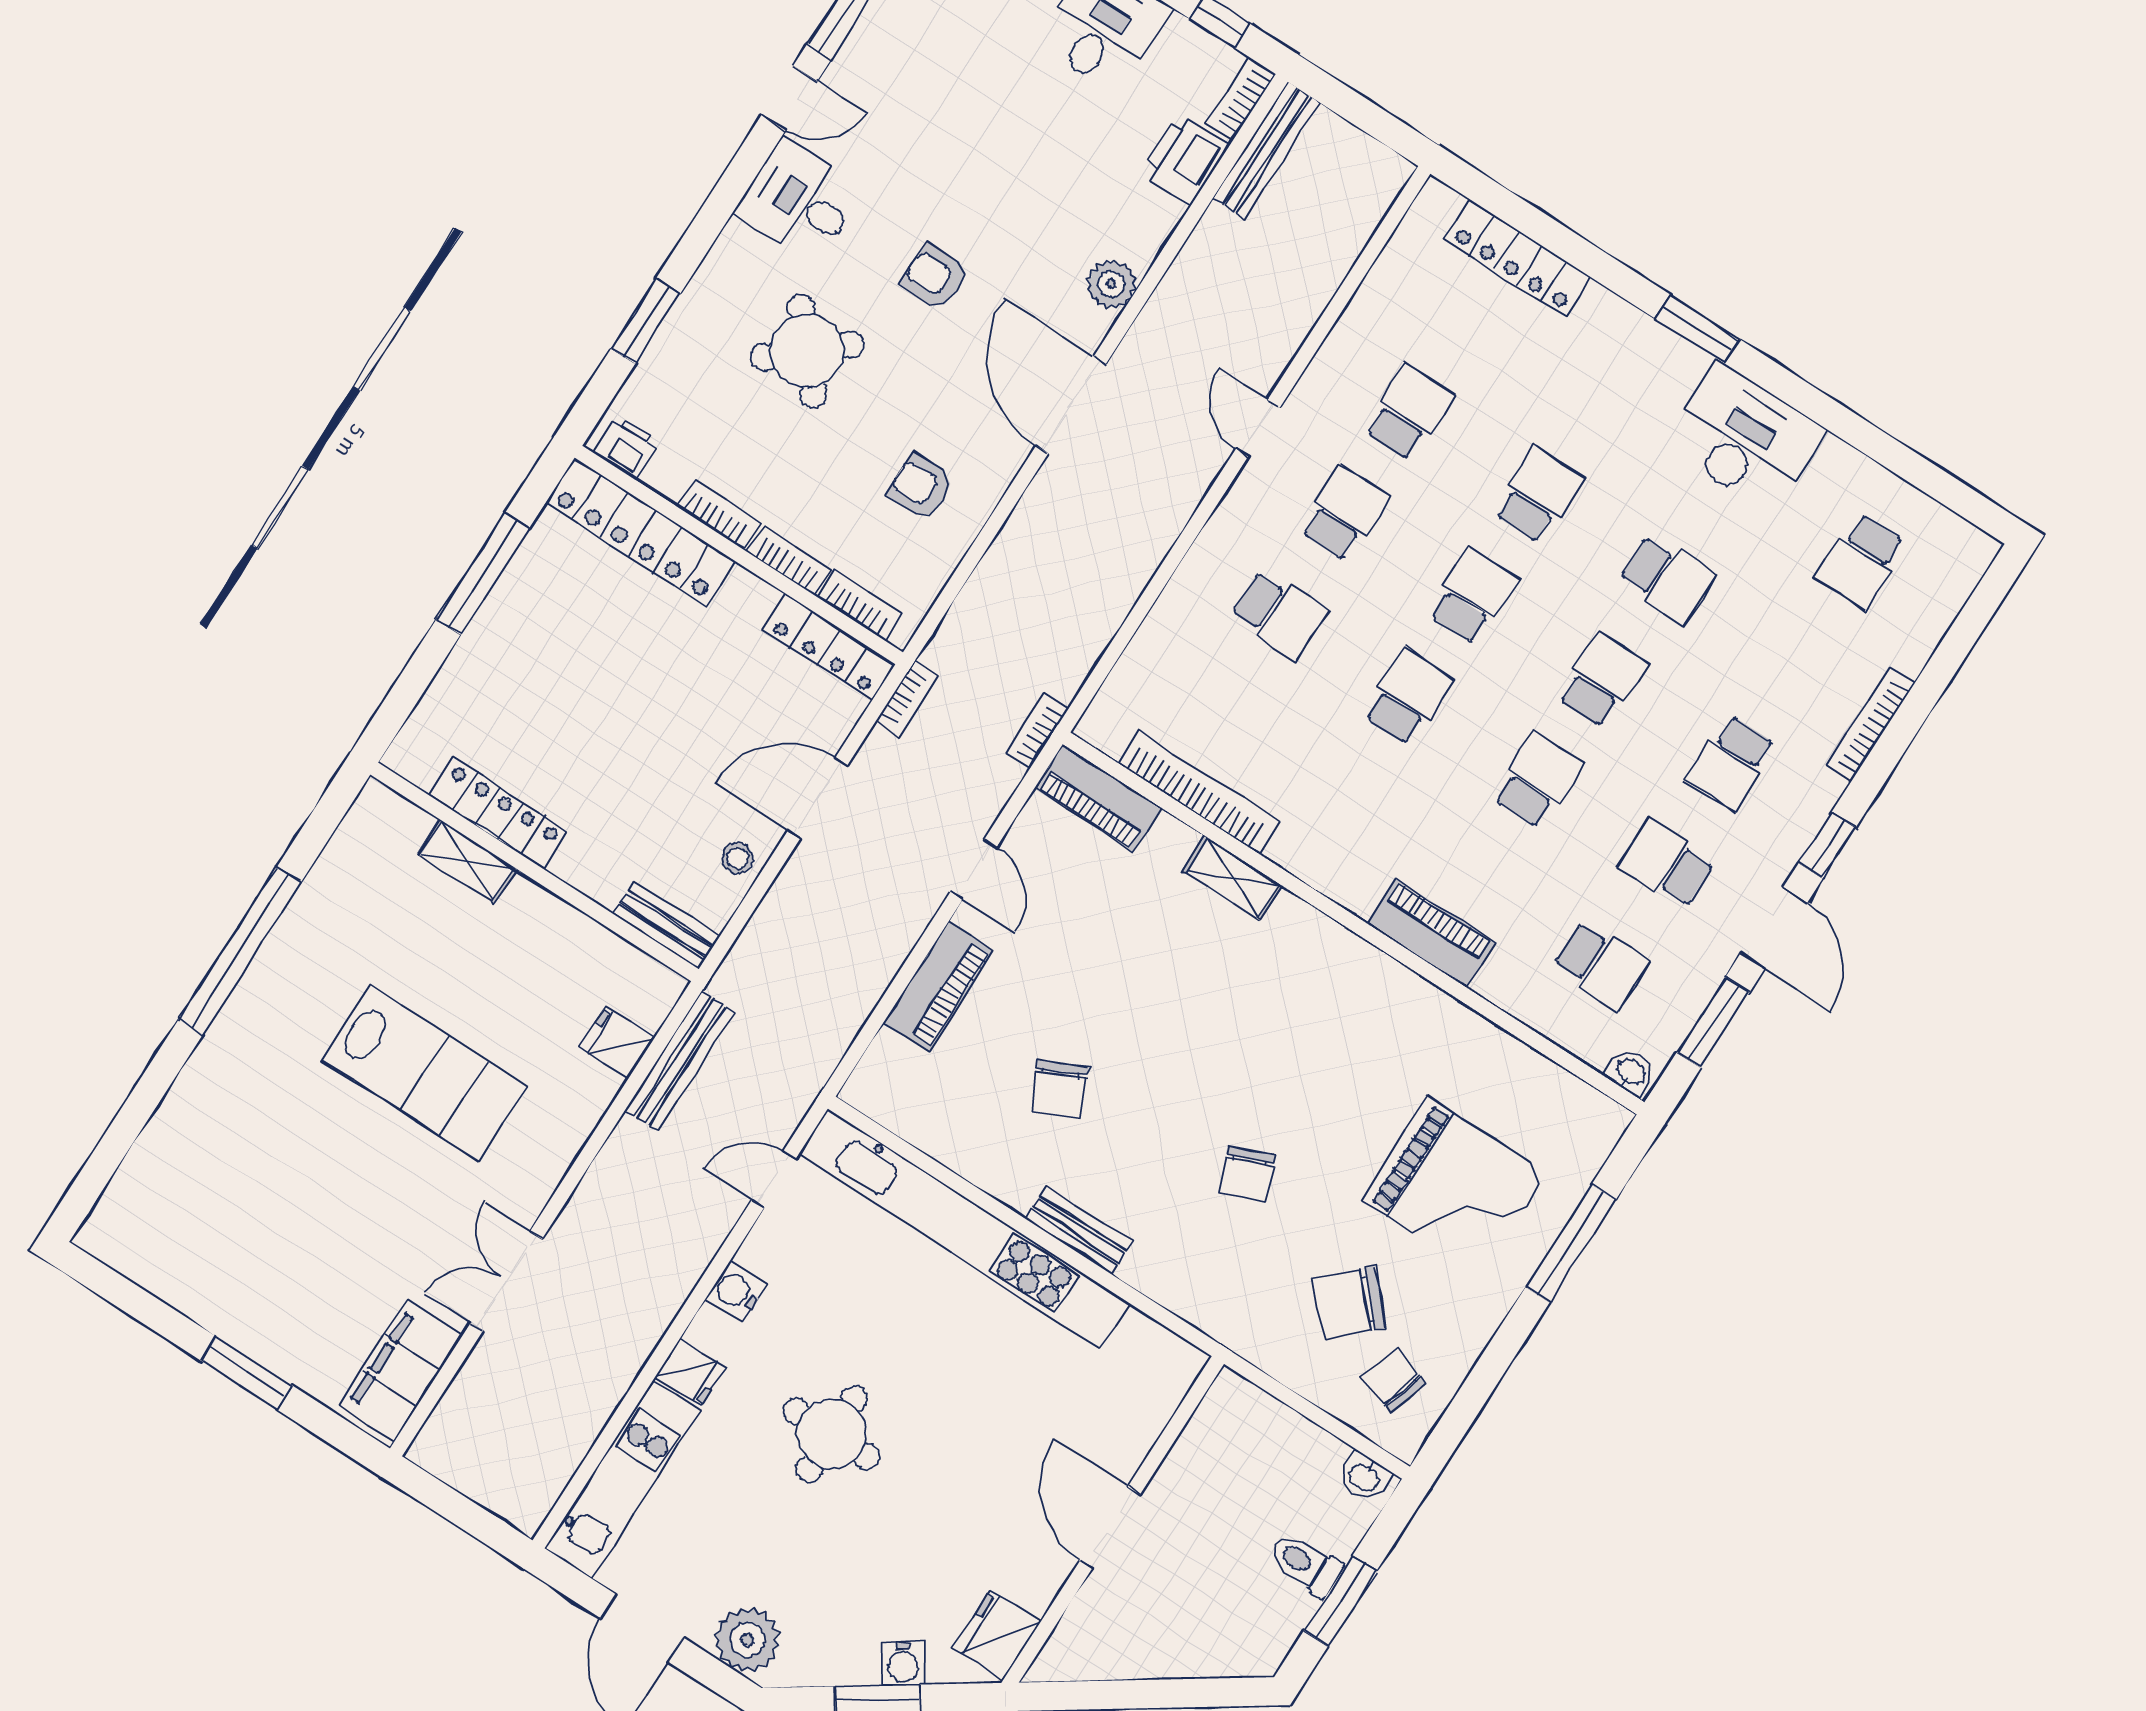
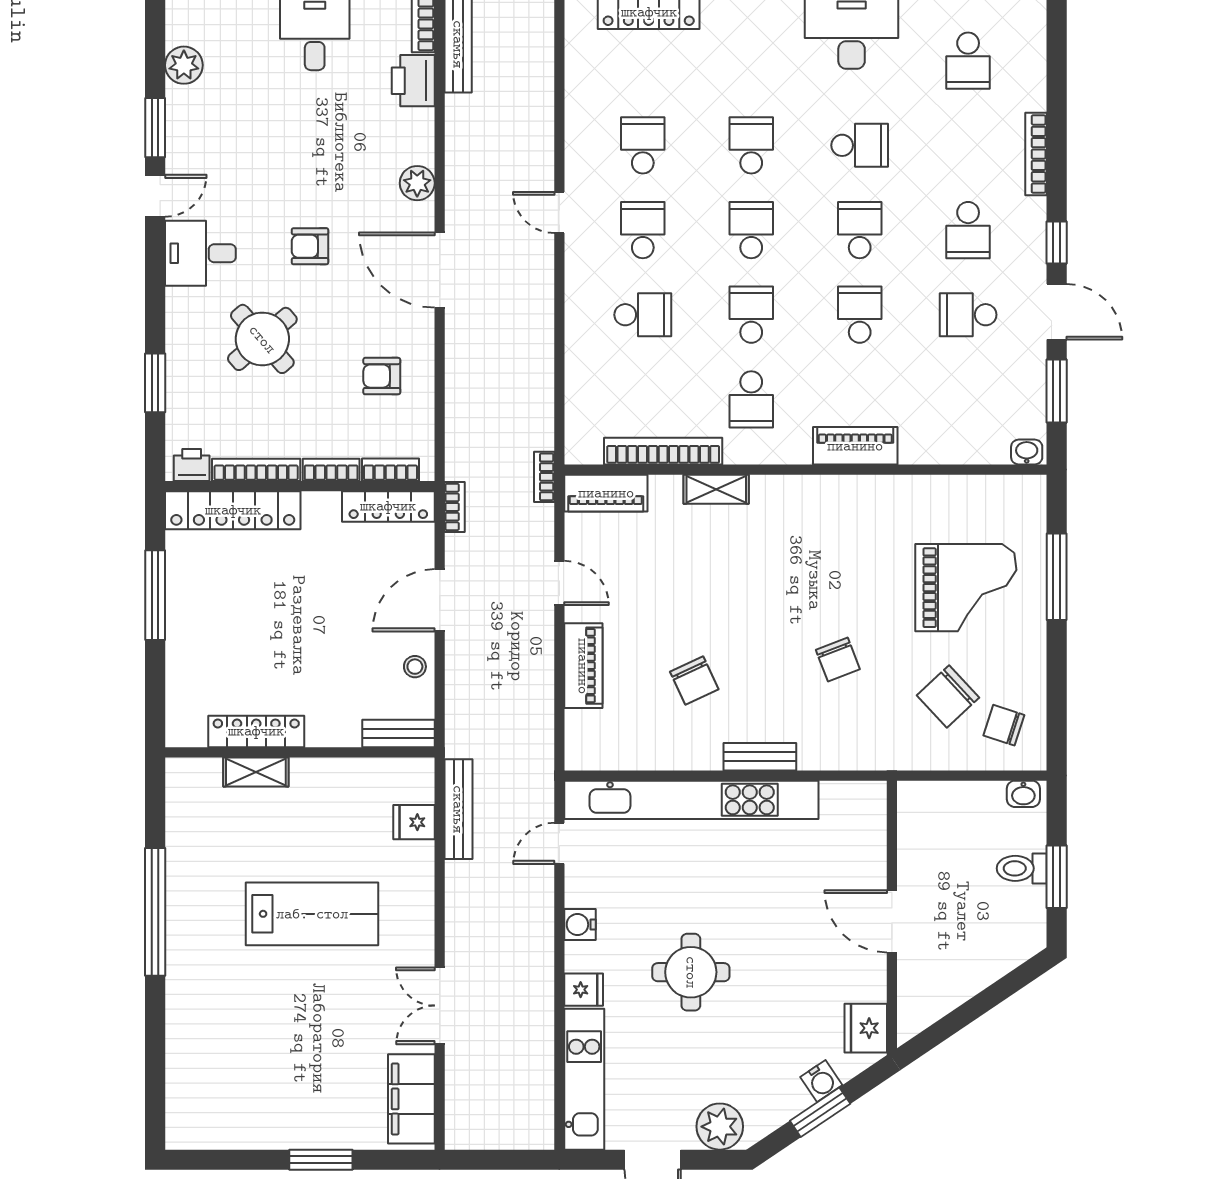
bookcase: (718, 514) -> (256, 470), width x1.56
school desk: (1601, 965) -> (751, 399), moved, turned 90

